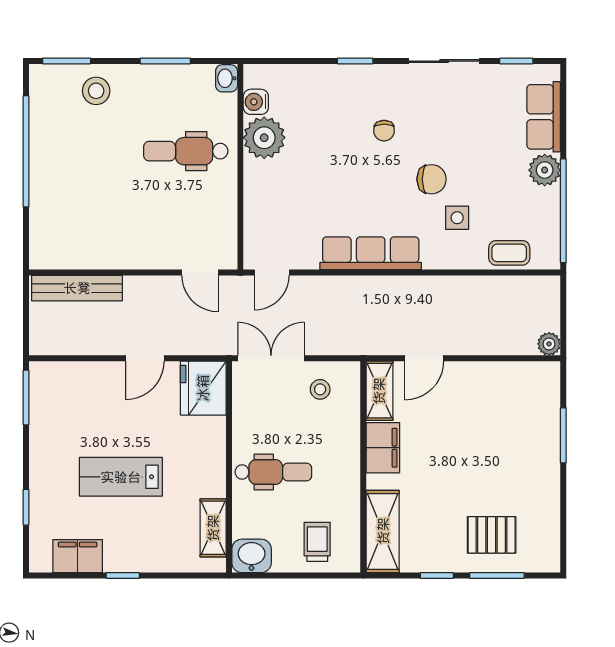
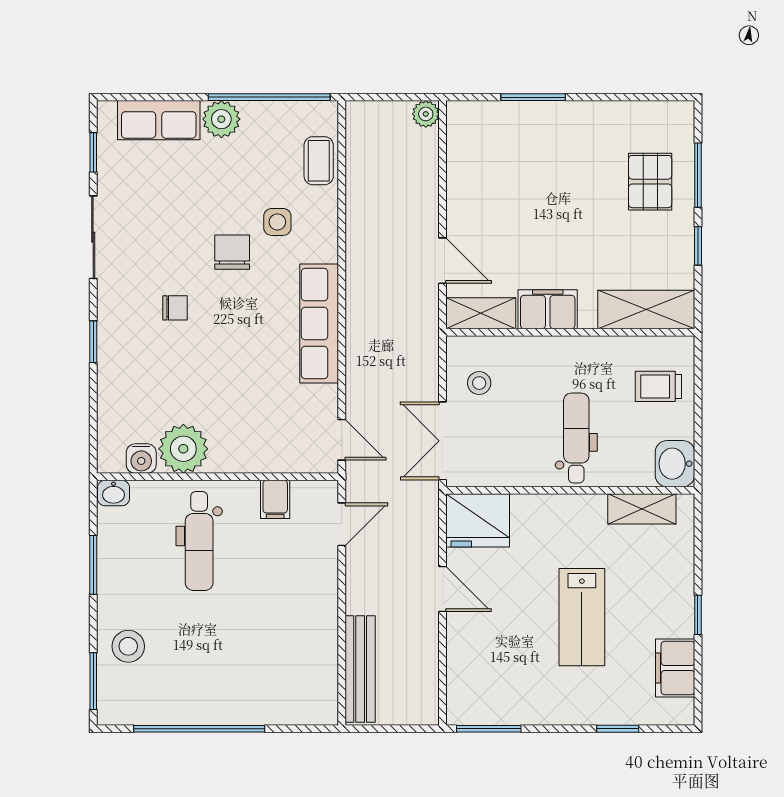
filing cabinet: (221, 216) -> (275, 499), added

